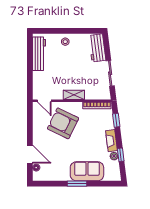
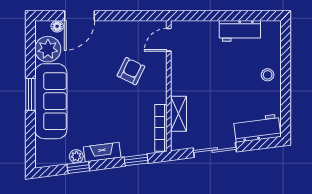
workbench: (39, 54) -> (240, 31), width x0.73
shelving: (74, 95) -> (179, 114), moved
armchair: (63, 123) -> (131, 71), width x0.53, depth x0.53
sofa: (87, 171) -> (51, 101), width x1.36
plant: (50, 173) -> (48, 49), added

